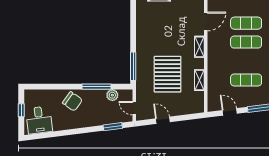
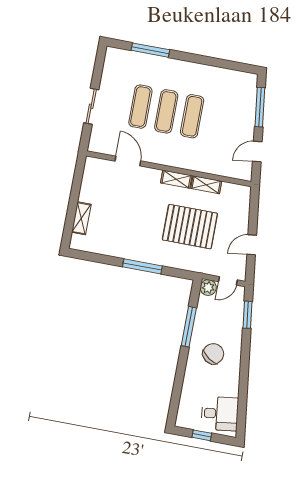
shelving: (199, 47) -> (176, 179), moved
window: (133, 66) -> (142, 266), moved
exercise mat: (246, 80) -> (192, 116), moved
plant: (112, 95) -> (208, 288), moved
chair: (72, 101) -> (213, 354), moved

